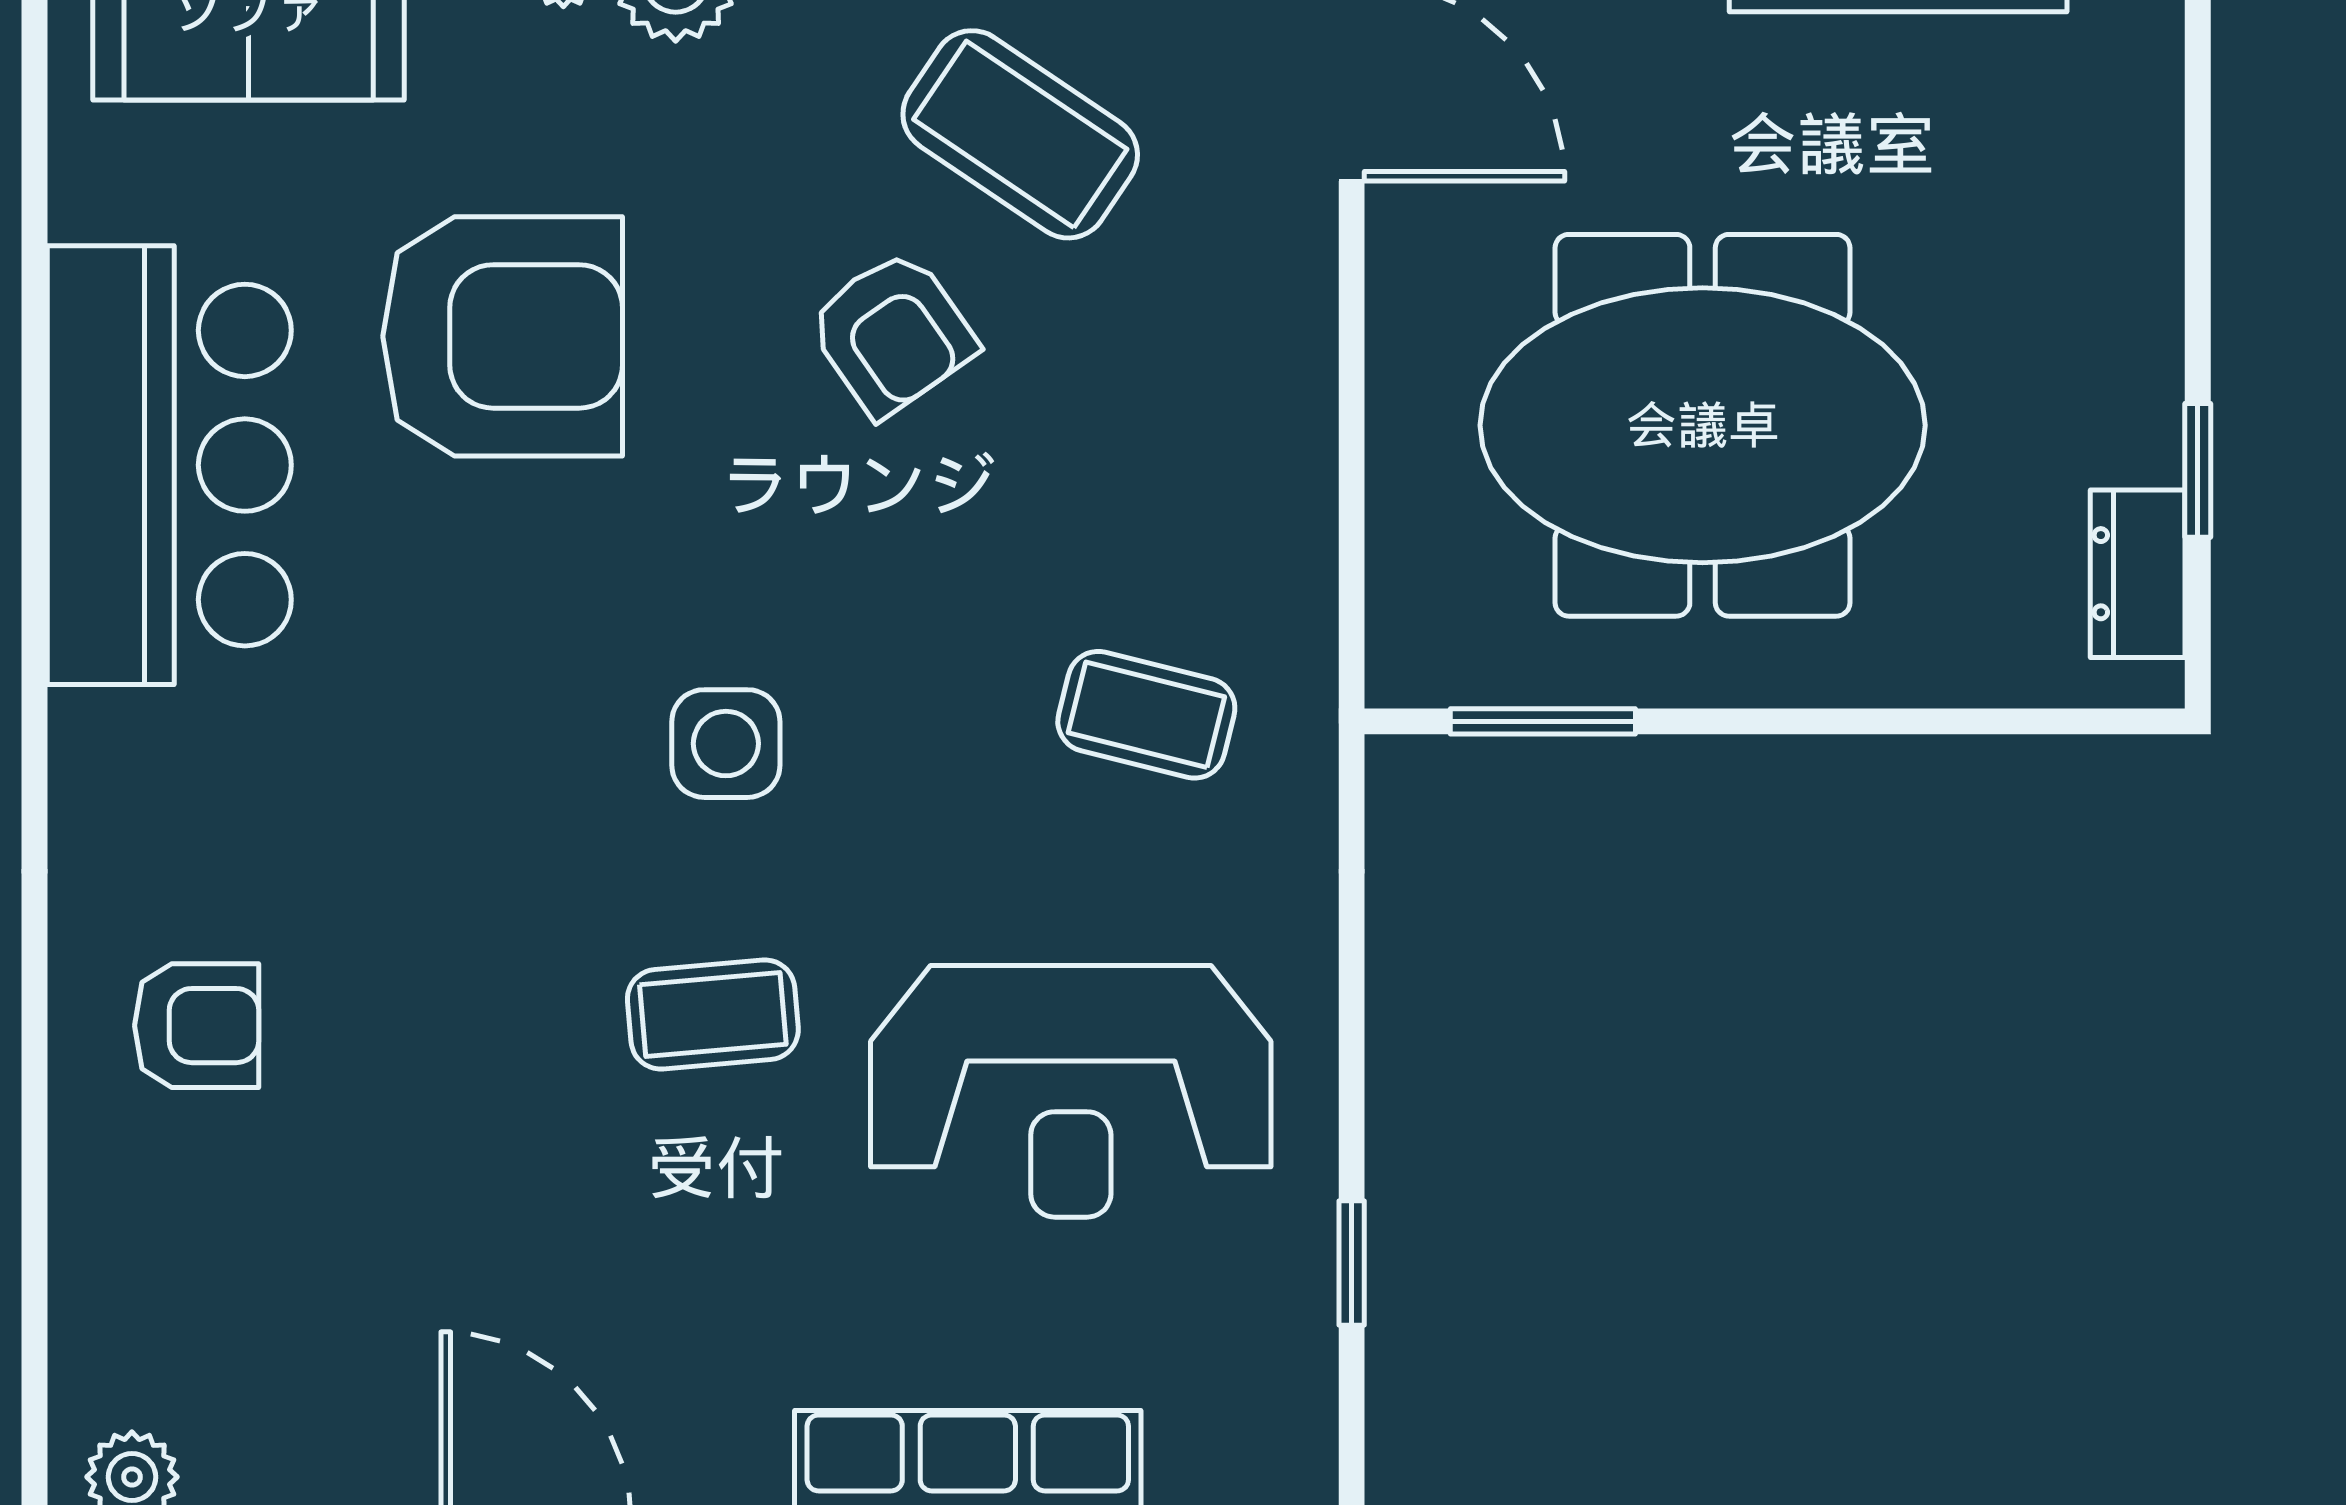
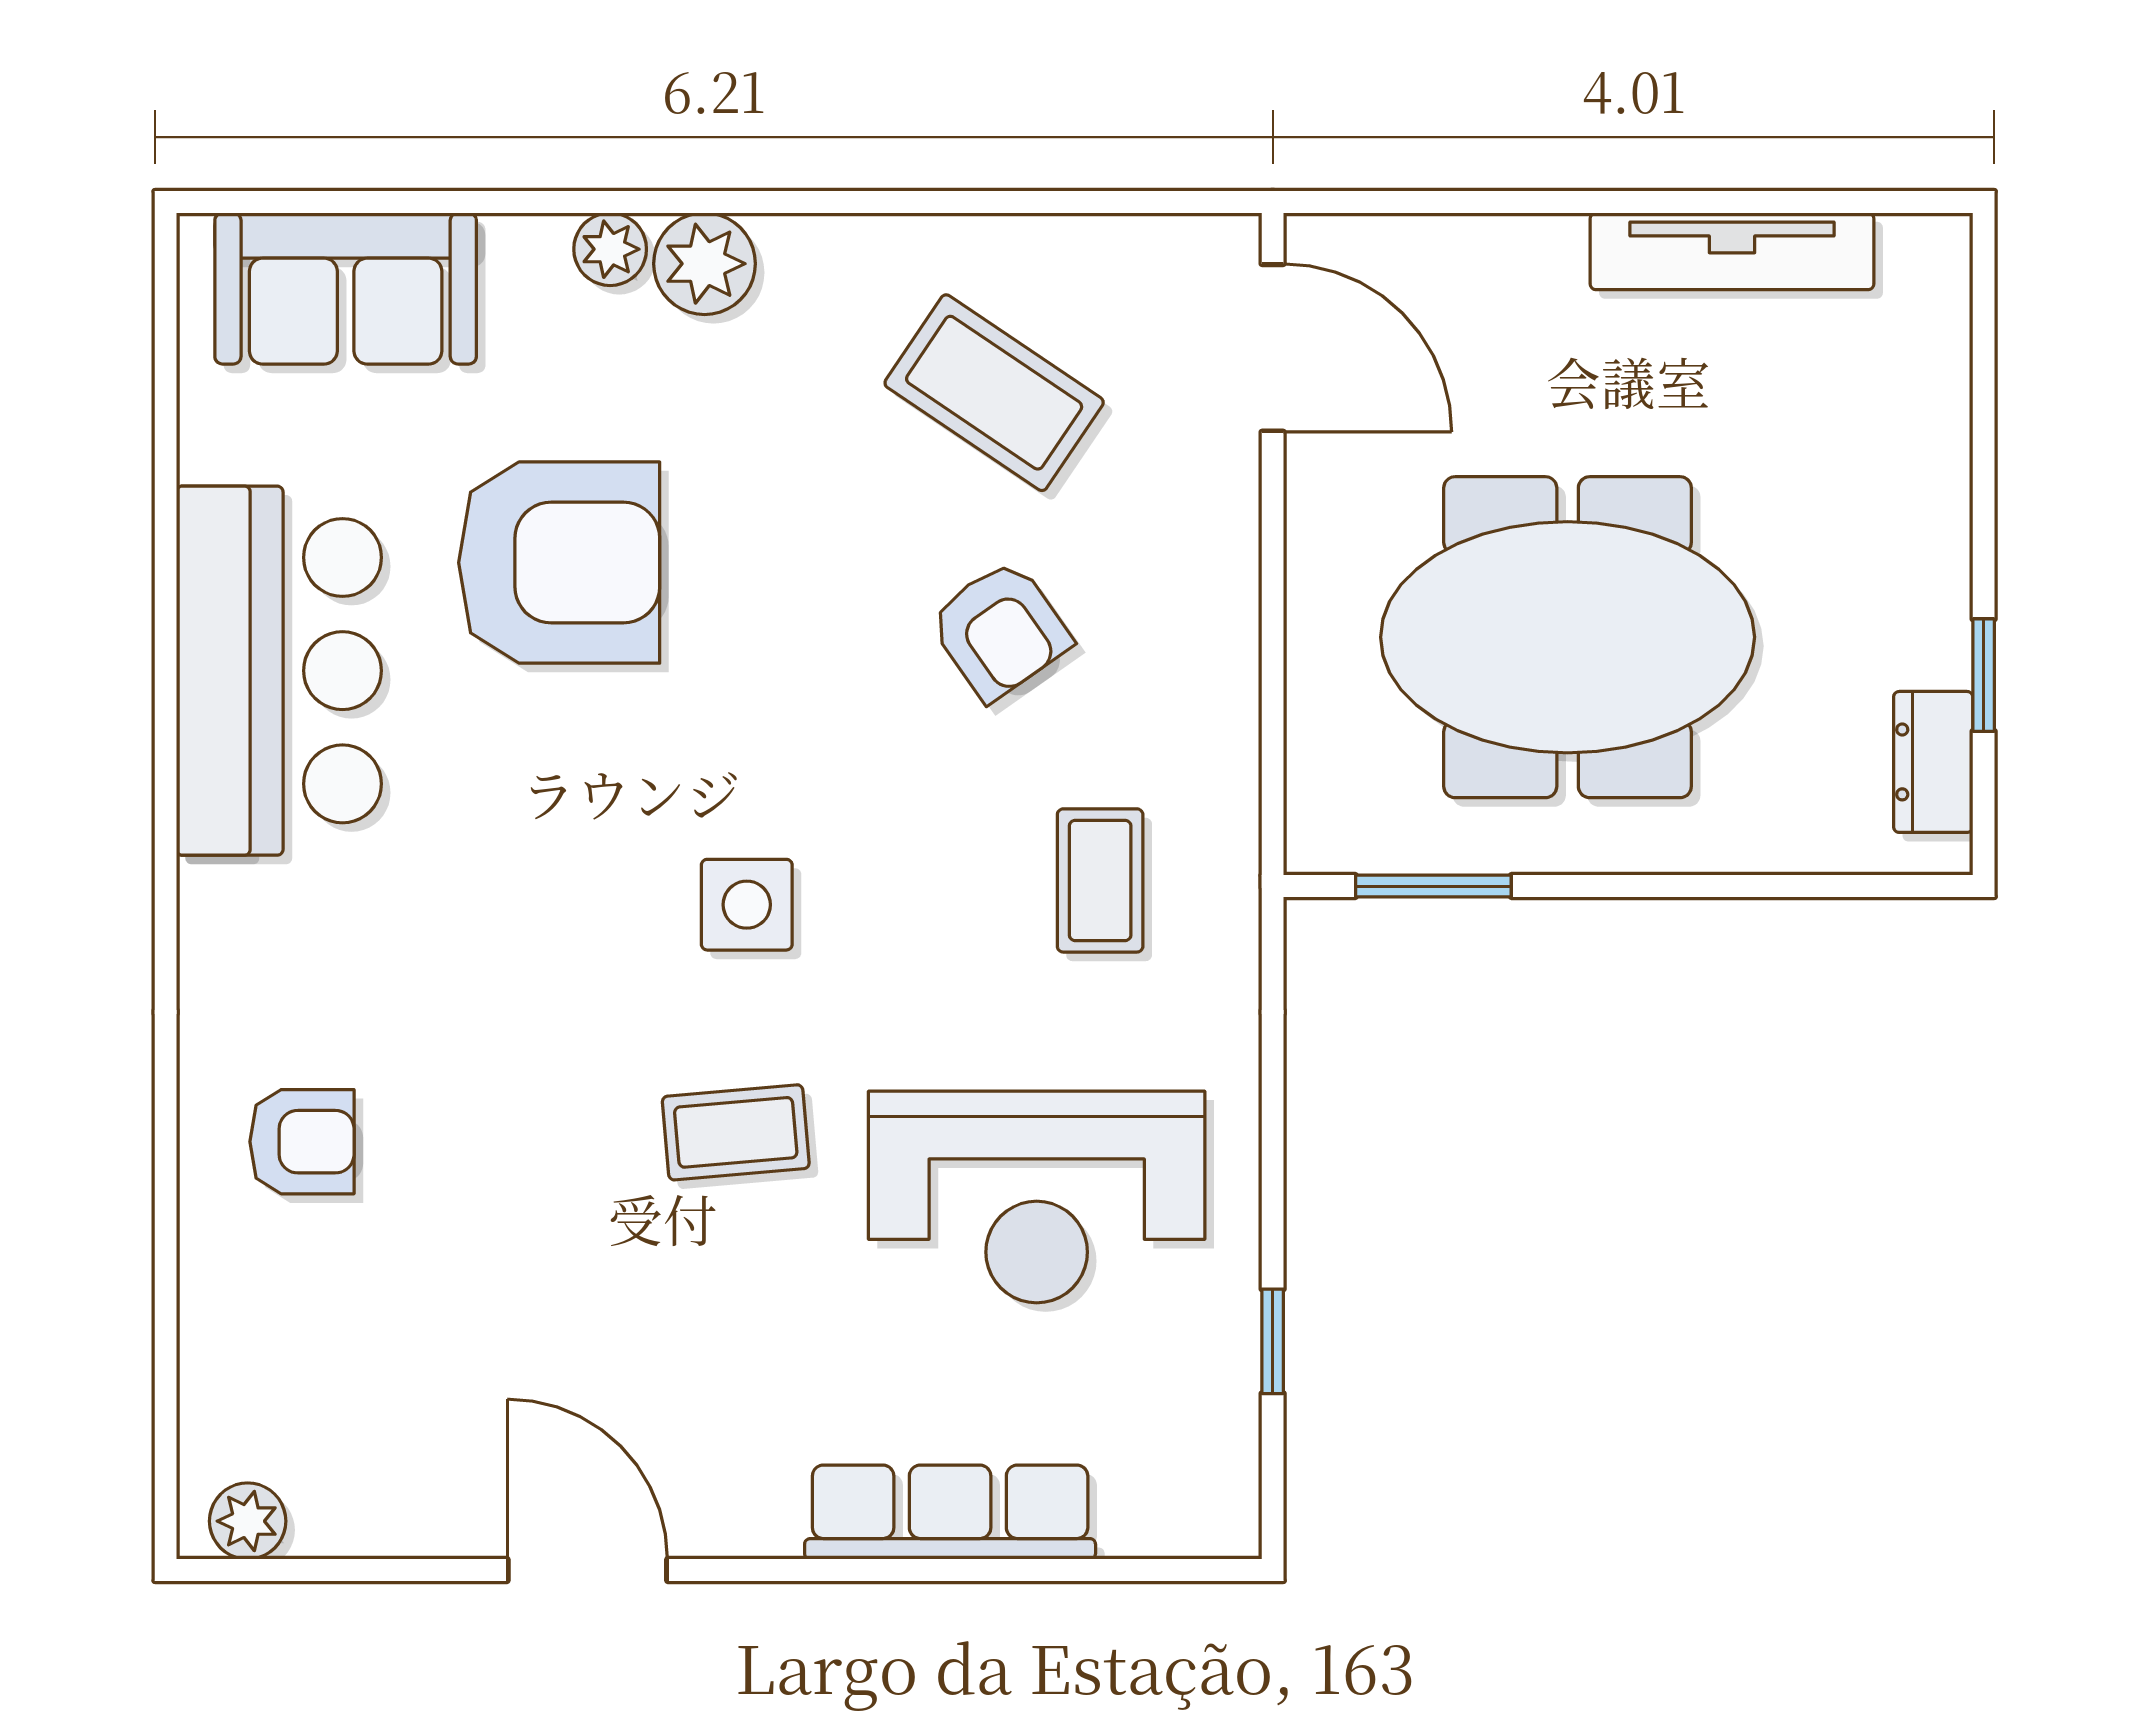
armchair: (892, 333) -> (1000, 630), moved
coffee table: (1146, 715) -> (1100, 880), turned 76

